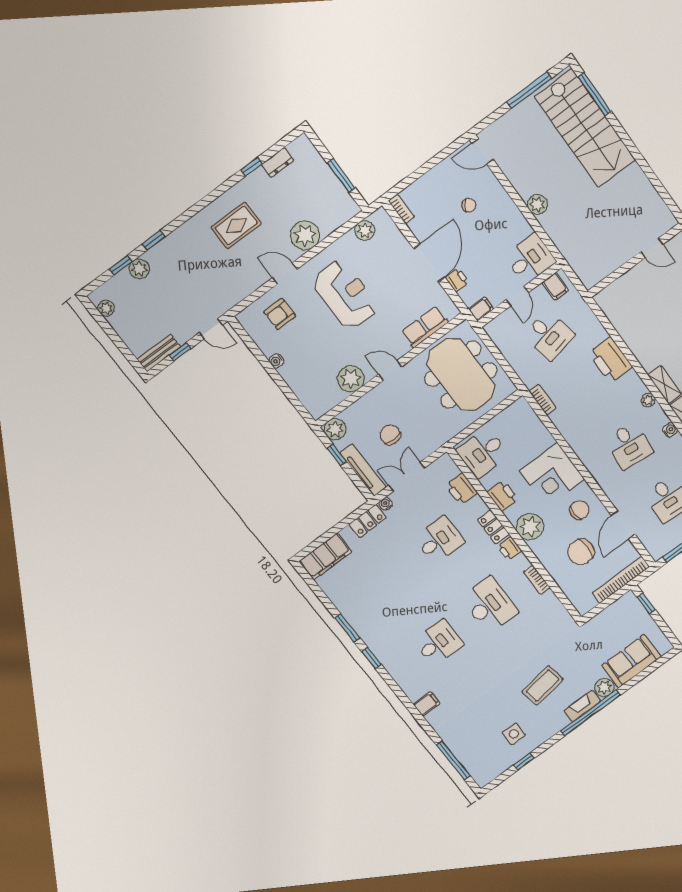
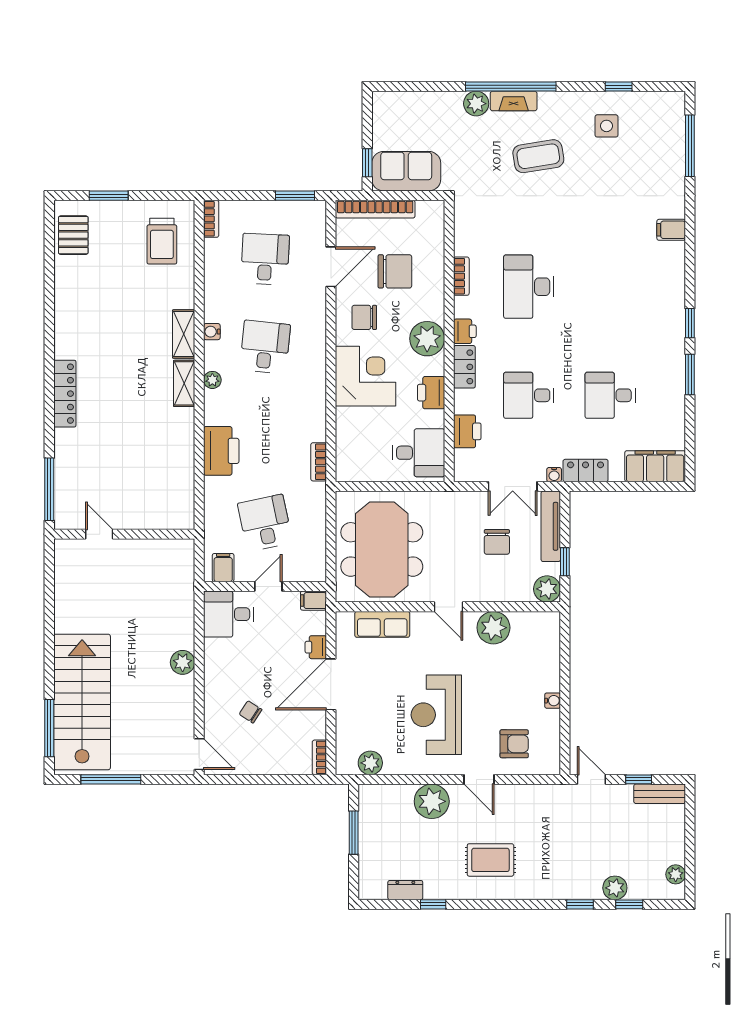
desk: (438, 643) -> (610, 395), moved
sofa: (631, 661) -> (406, 171), moved, turned 180

